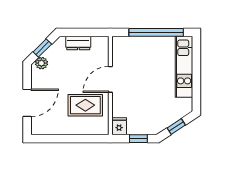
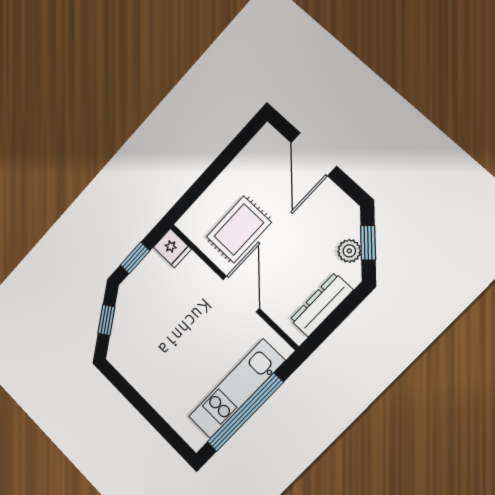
dresser: (78, 43) -> (321, 305), width x1.44
plant: (41, 63) -> (349, 251), moved
kitchen unit: (184, 67) -> (237, 389), moved, turned -90

